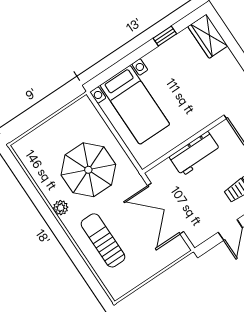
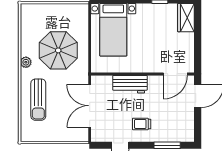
sun lounger: (103, 240) -> (38, 100), turned 180

